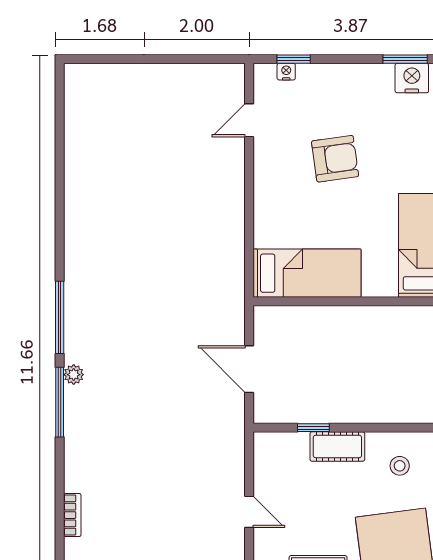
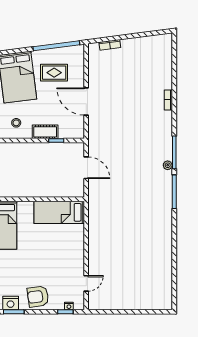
armchair: (335, 159) -> (38, 297), moved
door: (249, 512) -> (86, 101), width x1.88

